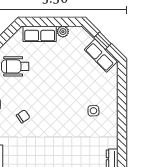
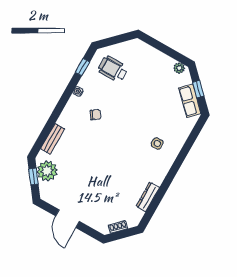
plant: (63, 32) -> (179, 68), moved
row of seats: (40, 34) -> (149, 53), removed

